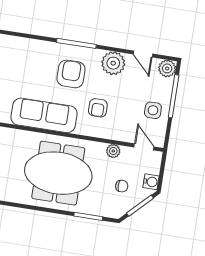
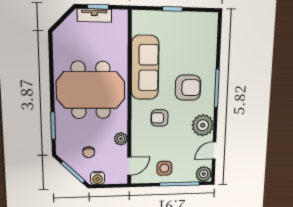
meeting table: (58, 173) -> (91, 90), turned 90

